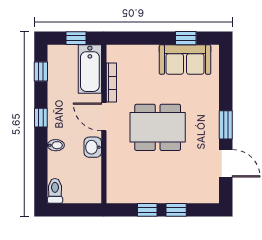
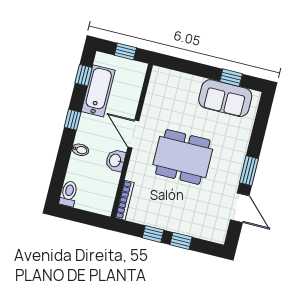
bathtub: (90, 69) -> (98, 91), moved, turned 180
bookcase: (111, 83) -> (125, 200), moved

